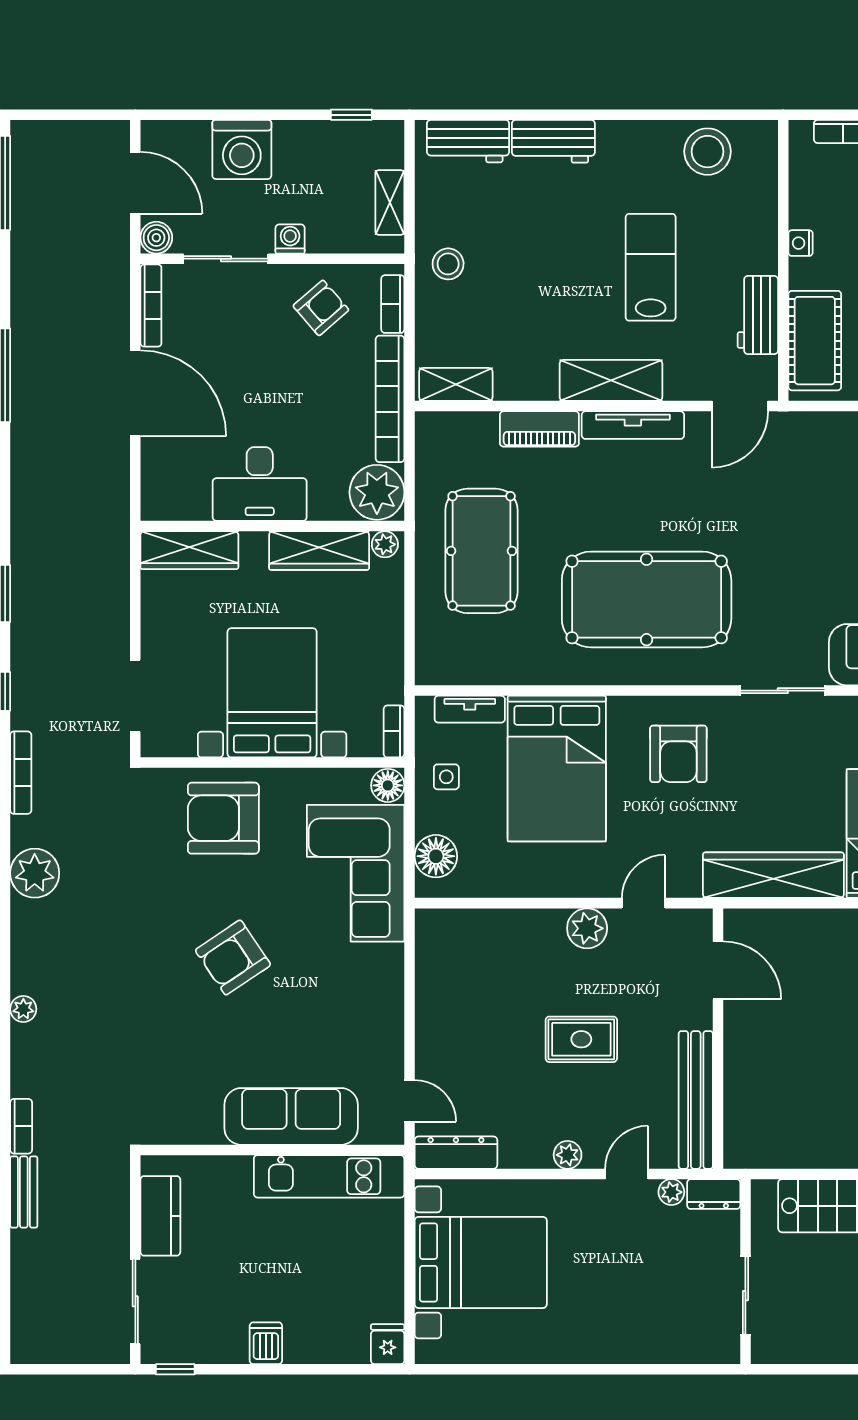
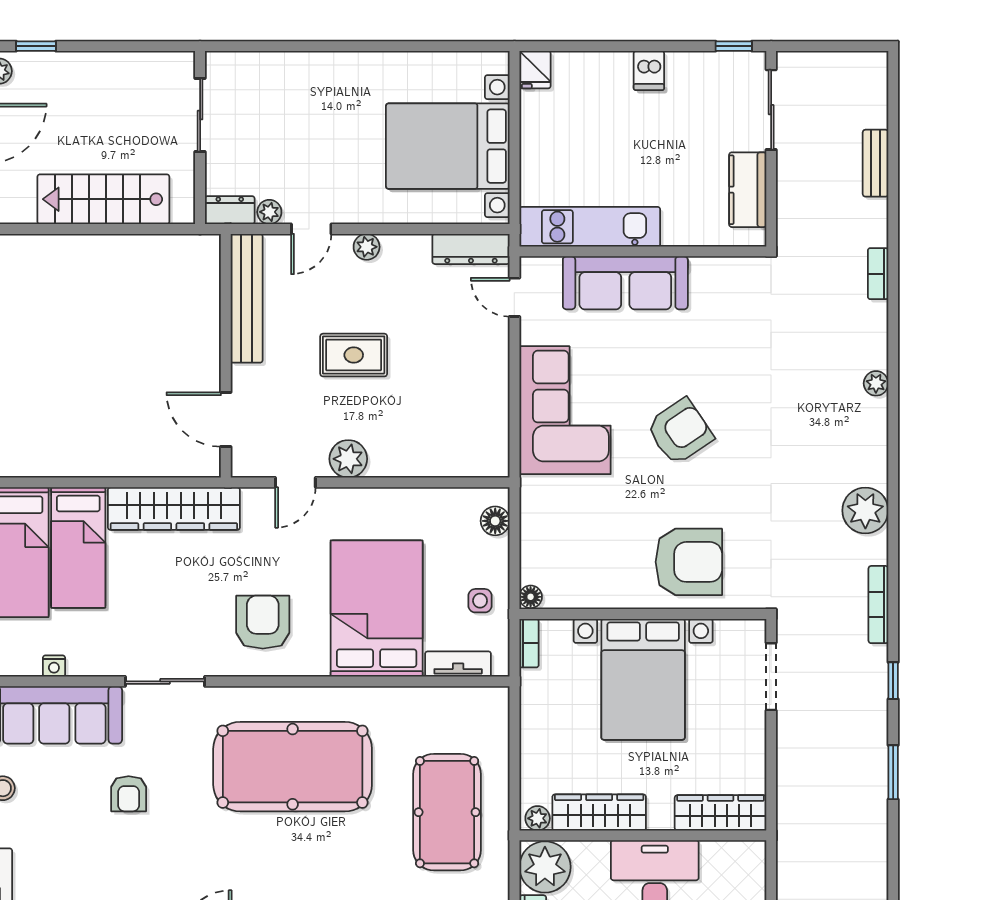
armchair: (822, 571) -> (129, 794), added
floor lamp: (388, 785) -> (531, 597), width x0.73, depth x0.73
floor lamp: (436, 856) -> (495, 521), width x0.73, depth x0.73
corner sofa: (356, 873) -> (565, 410), moved
bench: (24, 1192) -> (875, 163), moved

